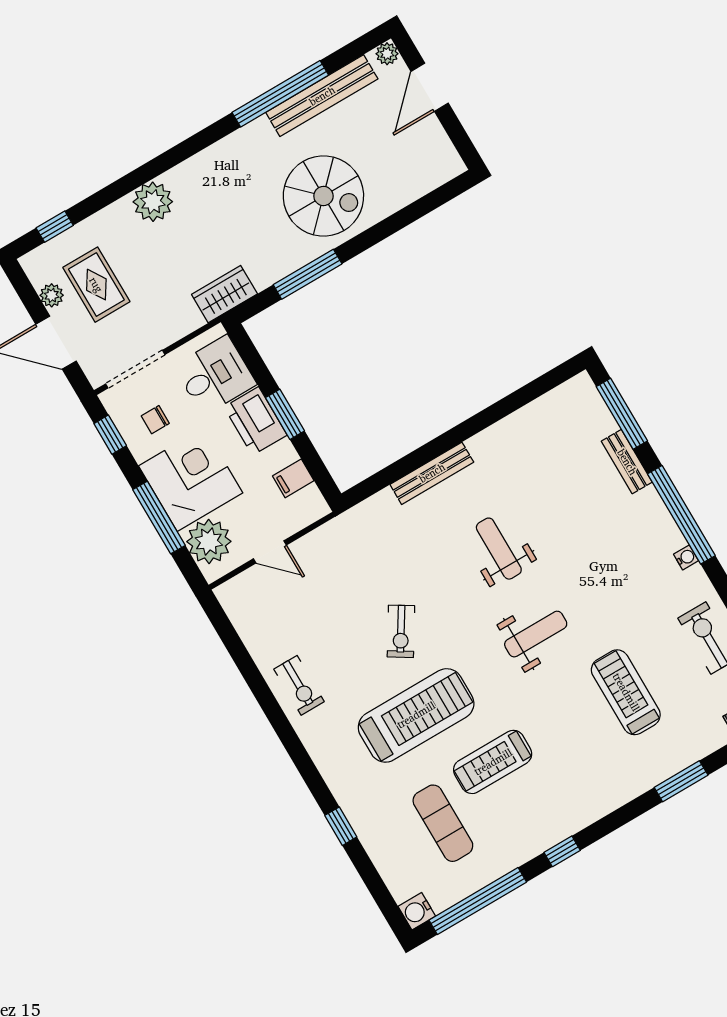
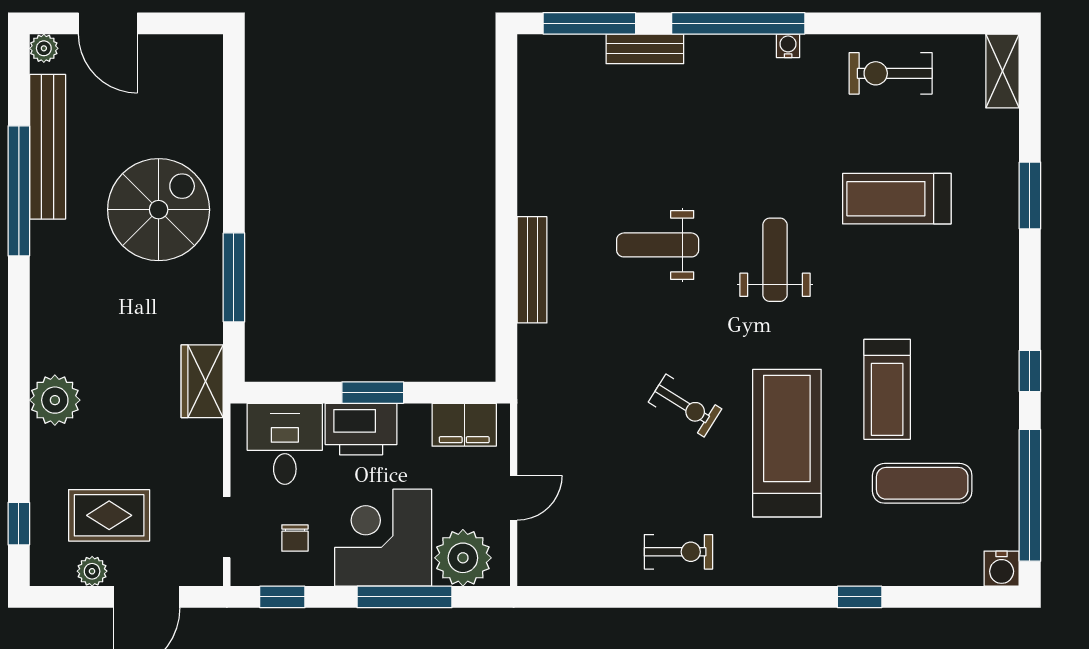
doorway: (135, 369) -> (227, 527), width x0.73
filing cabinet: (293, 478) -> (464, 425), width x2.00

